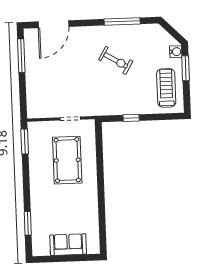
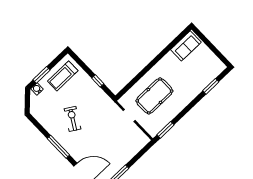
window: (122, 22) -> (58, 147), moved
sofa: (68, 245) -> (186, 46), moved, turned -90

